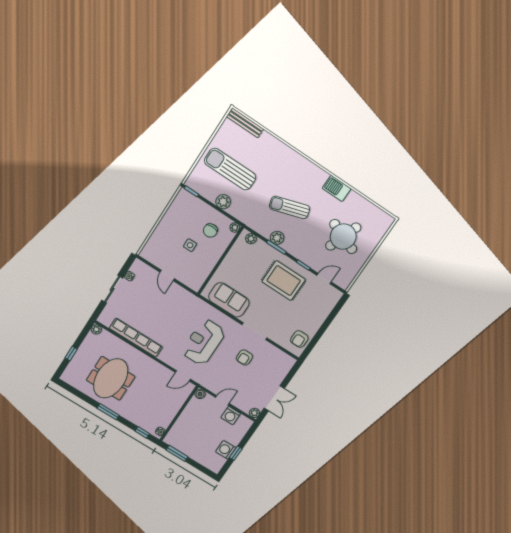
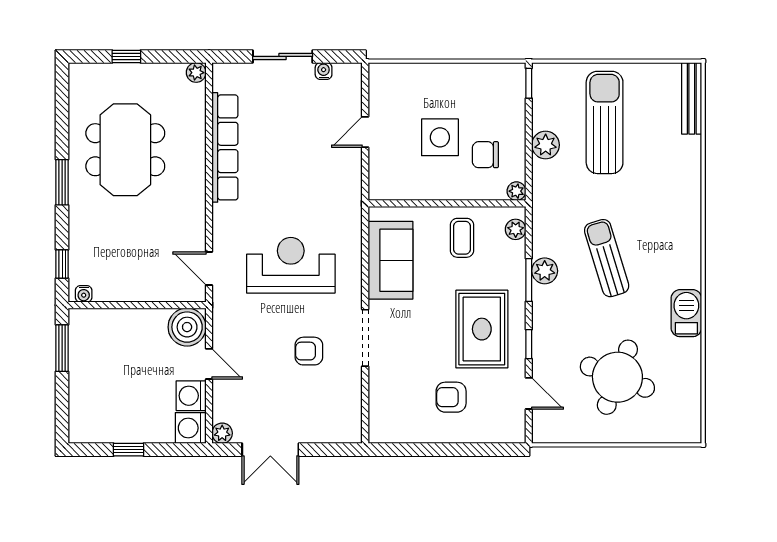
side table: (190, 245) -> (440, 137), width x1.87, depth x1.87
coffee table: (239, 264) -> (462, 238), added
armchair: (299, 339) -> (451, 397), moved
meeting table: (111, 378) -> (125, 150), turned 90
boiler: (200, 394) -> (187, 327), width x1.86, depth x1.86
washing machine: (226, 450) -> (191, 428), moved, turned -90

